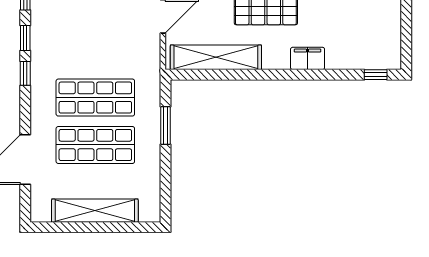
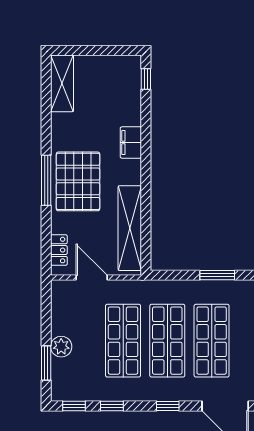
shop shelf: (95, 50) -> (123, 341), added
window: (25, 73) -> (168, 406), moved
window: (165, 126) -> (217, 275), moved

